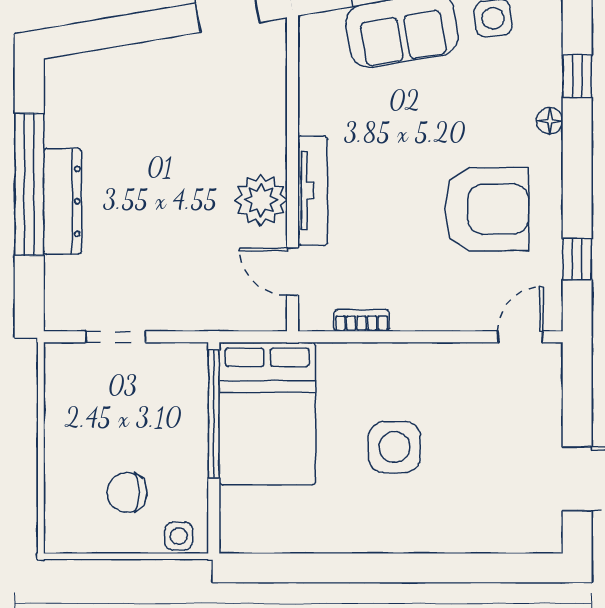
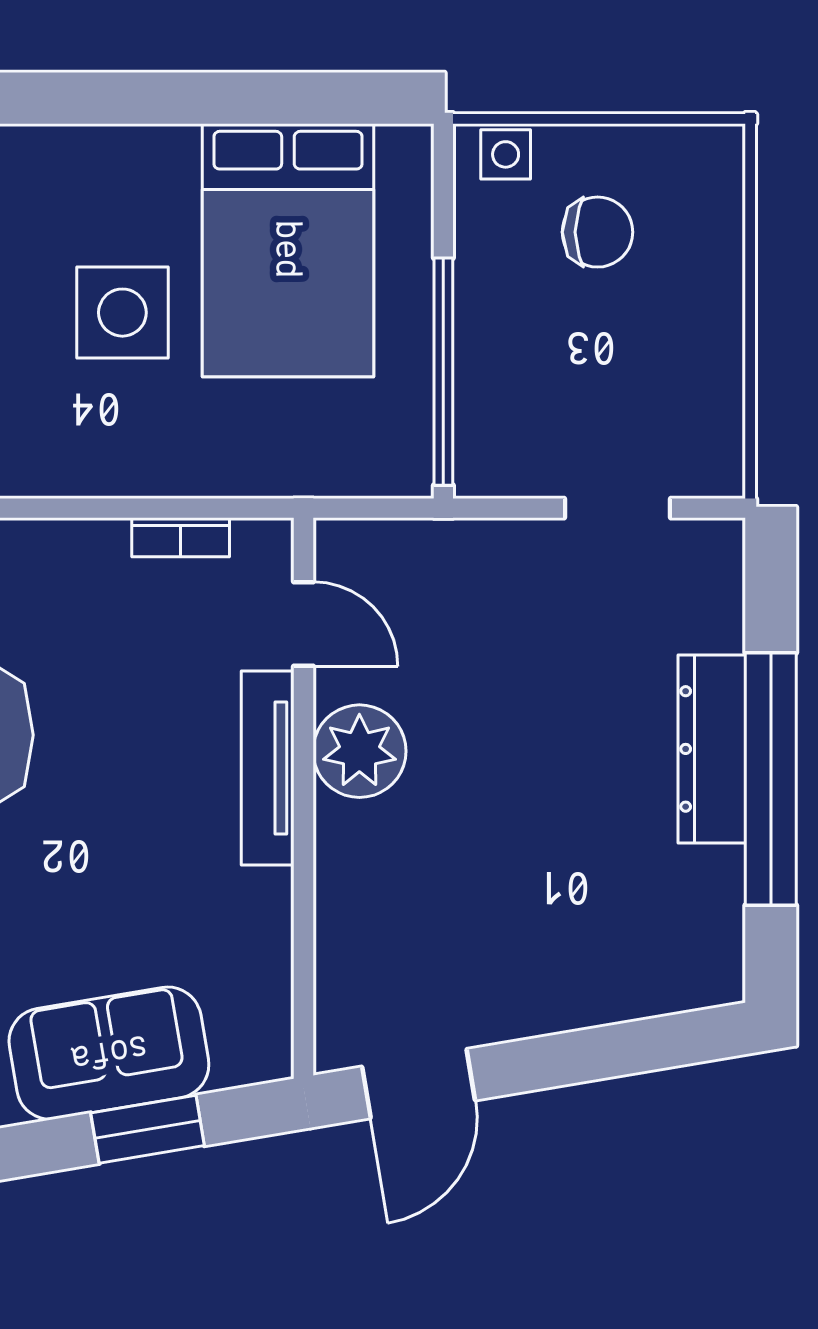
bed: (267, 414) -> (288, 250), moved, turned 180

